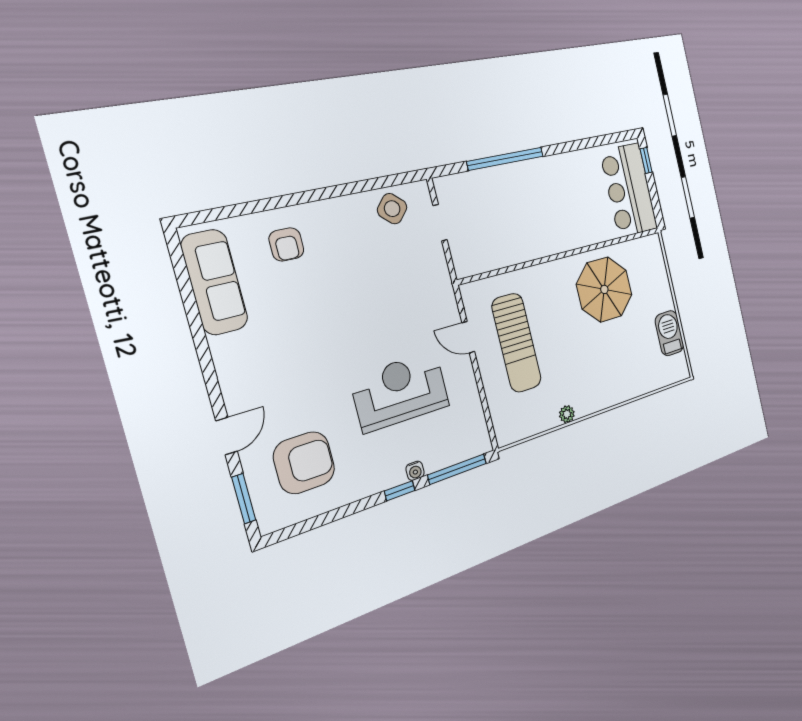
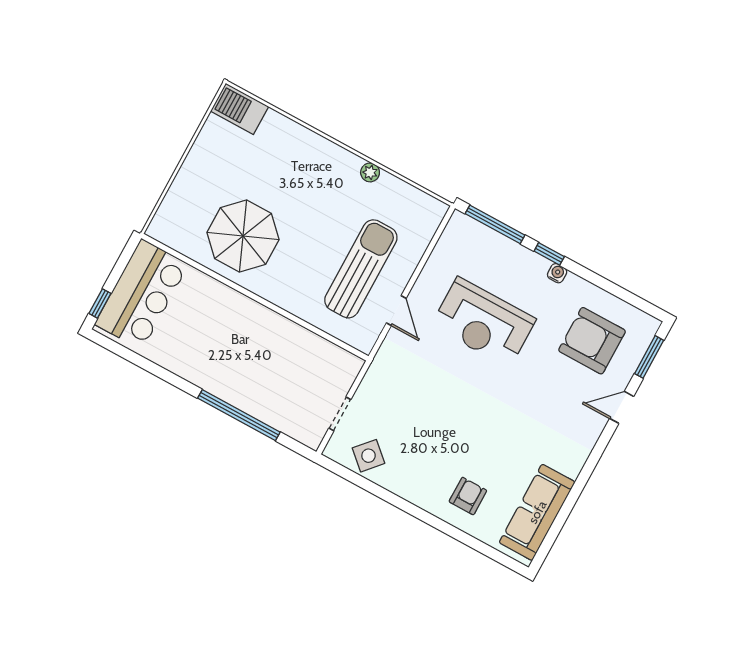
barbecue: (669, 333) -> (240, 109), moved, turned 90
water cooler: (415, 471) -> (557, 273), moved

